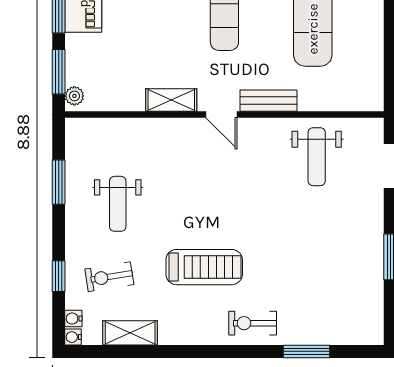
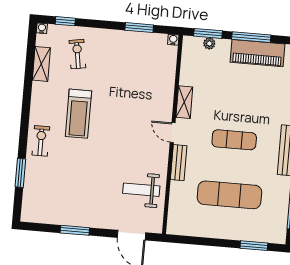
plant: (74, 96) -> (209, 43), moved
door: (221, 115) -> (173, 133), hinge flipped
weight bench: (118, 204) -> (122, 63), removed
window: (59, 276) -> (65, 21), moved
water cooler: (73, 318) -> (173, 40), moved

